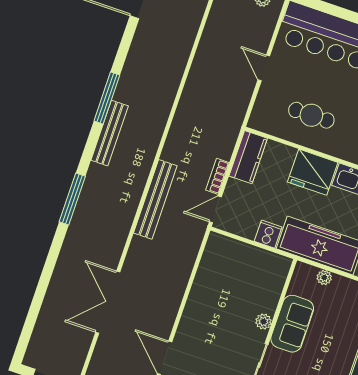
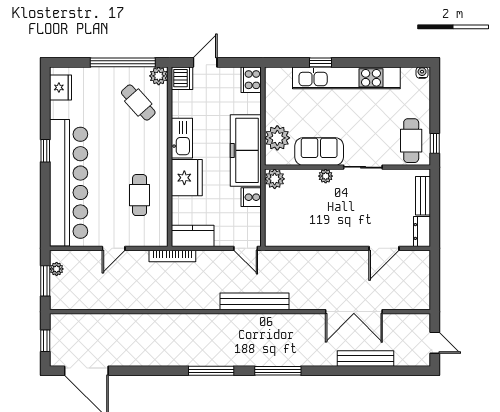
window: (107, 98) -> (211, 371), moved
bench: (110, 133) -> (365, 358), moved
bookcase: (217, 176) -> (172, 256), moved, width x1.56
plant: (279, 266) -> (275, 179), added
plant: (324, 278) -> (277, 138), width x1.88, depth x1.88

